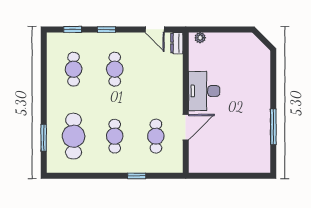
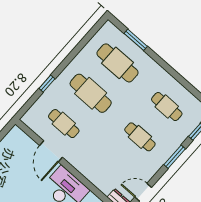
window: (106, 29) -> (175, 157), width x1.50
cafe table: (115, 136) -> (91, 93), width x1.37, depth x1.35

